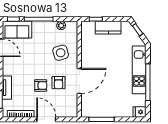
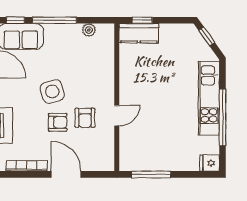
kitchen counter: (108, 28) -> (139, 33), moved
side table: (61, 53) -> (52, 92), moved
door: (79, 81) -> (117, 116), width x0.53

